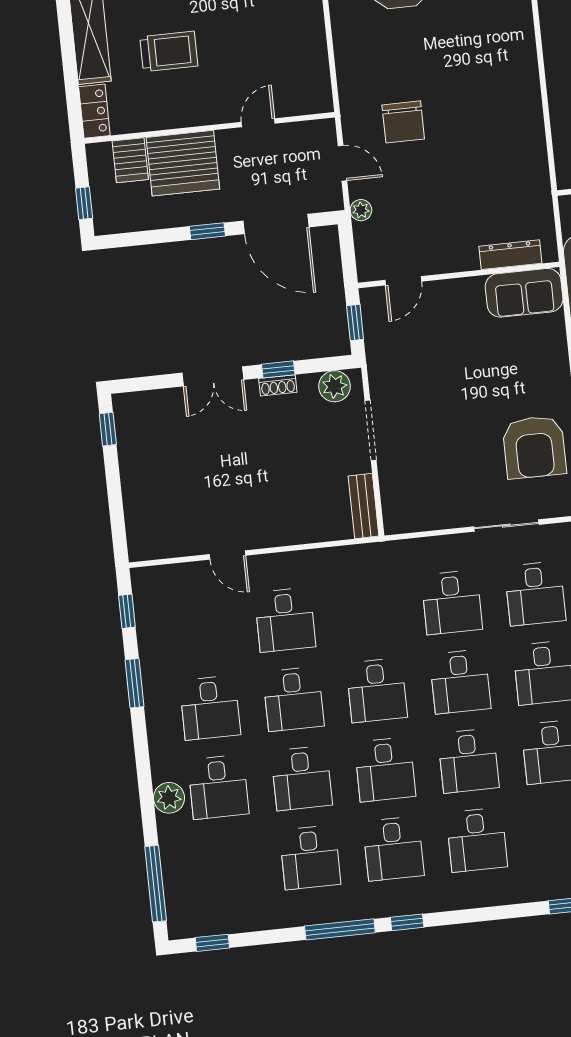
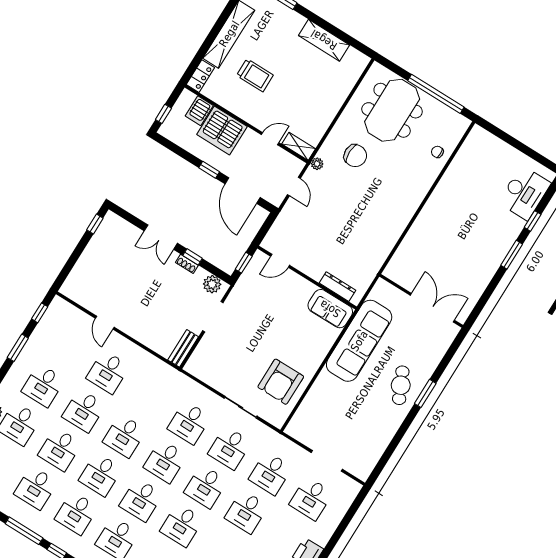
shelving: (306, 103) -> (299, 146), added
chair: (403, 122) -> (355, 156), moved, turned -90
plant: (361, 210) -> (317, 164), moved

